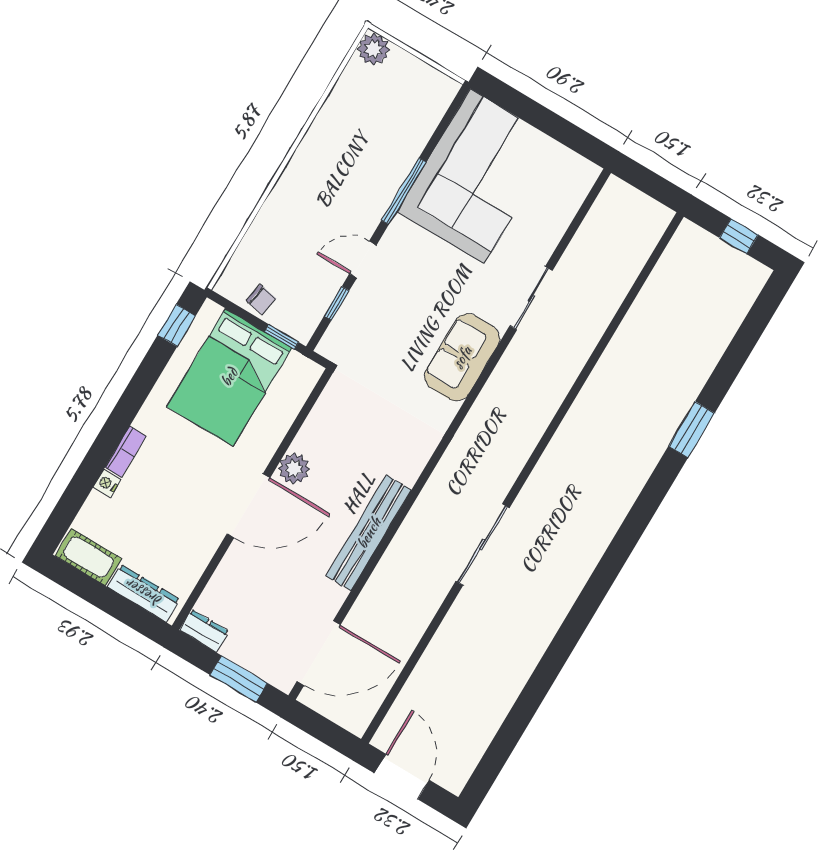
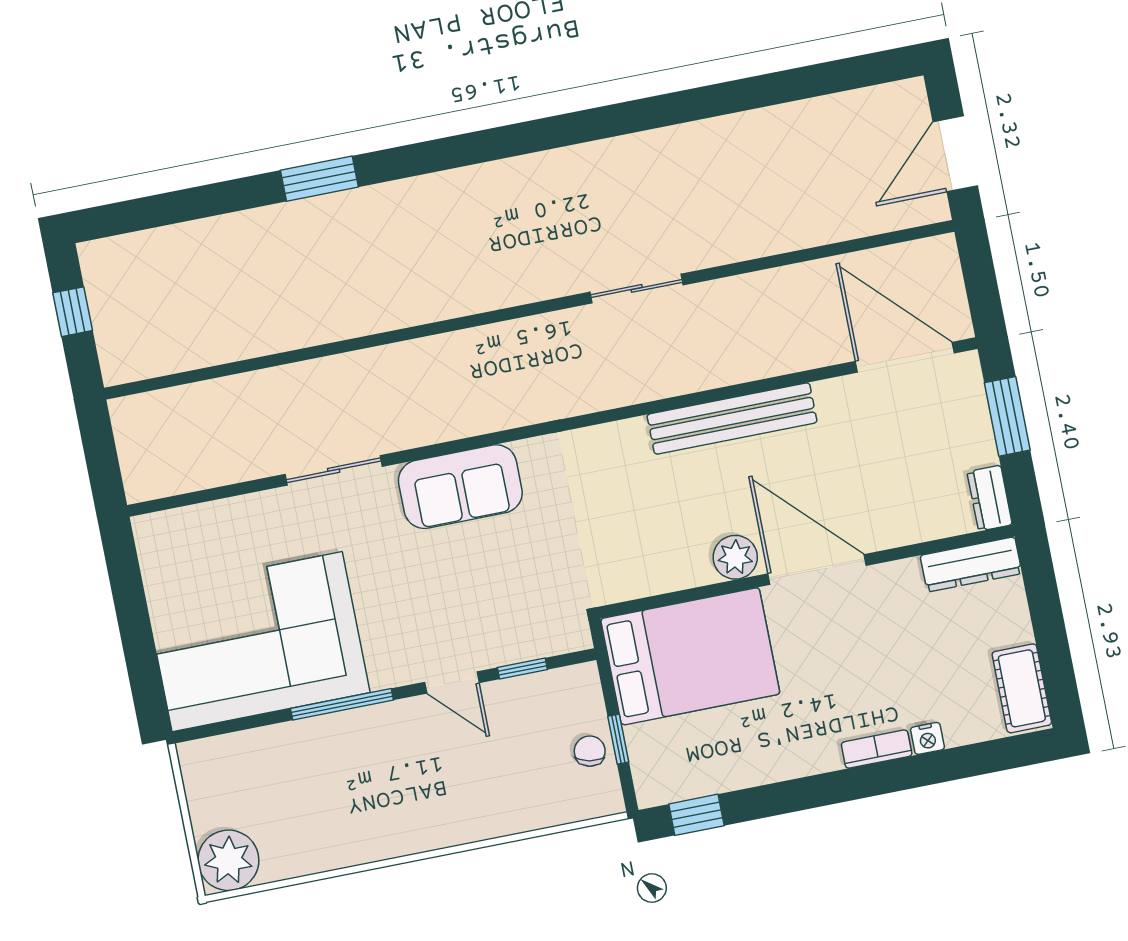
plant: (374, 49) -> (228, 860), width x1.36, depth x1.36
window: (282, 337) -> (618, 739), moved
bed: (229, 377) -> (690, 656), moved
sliding door: (483, 545) -> (637, 288), width x0.73
dresser: (144, 593) -> (971, 564), moved, turned -90

